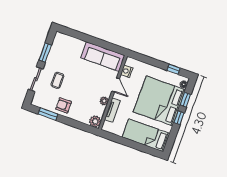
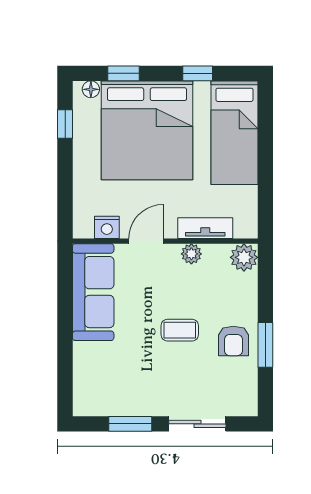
coffee table: (57, 80) -> (180, 330), moved
window: (48, 114) -> (265, 345), moved
window: (179, 118) -> (198, 73), moved

